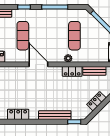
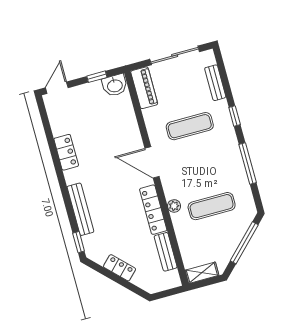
door: (38, 64) -> (152, 162), swing flipped
locker: (72, 71) -> (153, 210), width x1.53

